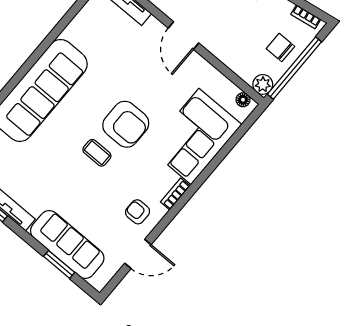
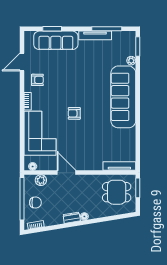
door: (184, 36) -> (66, 173), moved
plant: (263, 84) -> (41, 180), moved
armchair: (126, 124) -> (74, 113), width x0.53, depth x0.53
coffee table: (97, 153) -> (76, 91), removed

